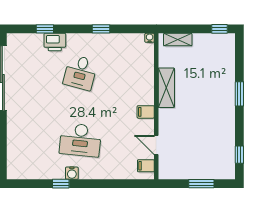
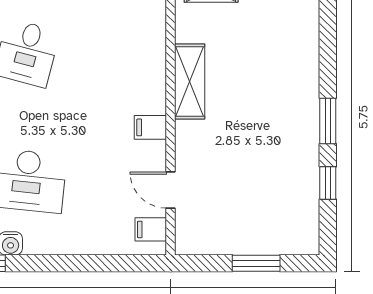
window: (239, 94) -> (328, 121), moved
window: (239, 155) -> (328, 183), moved

